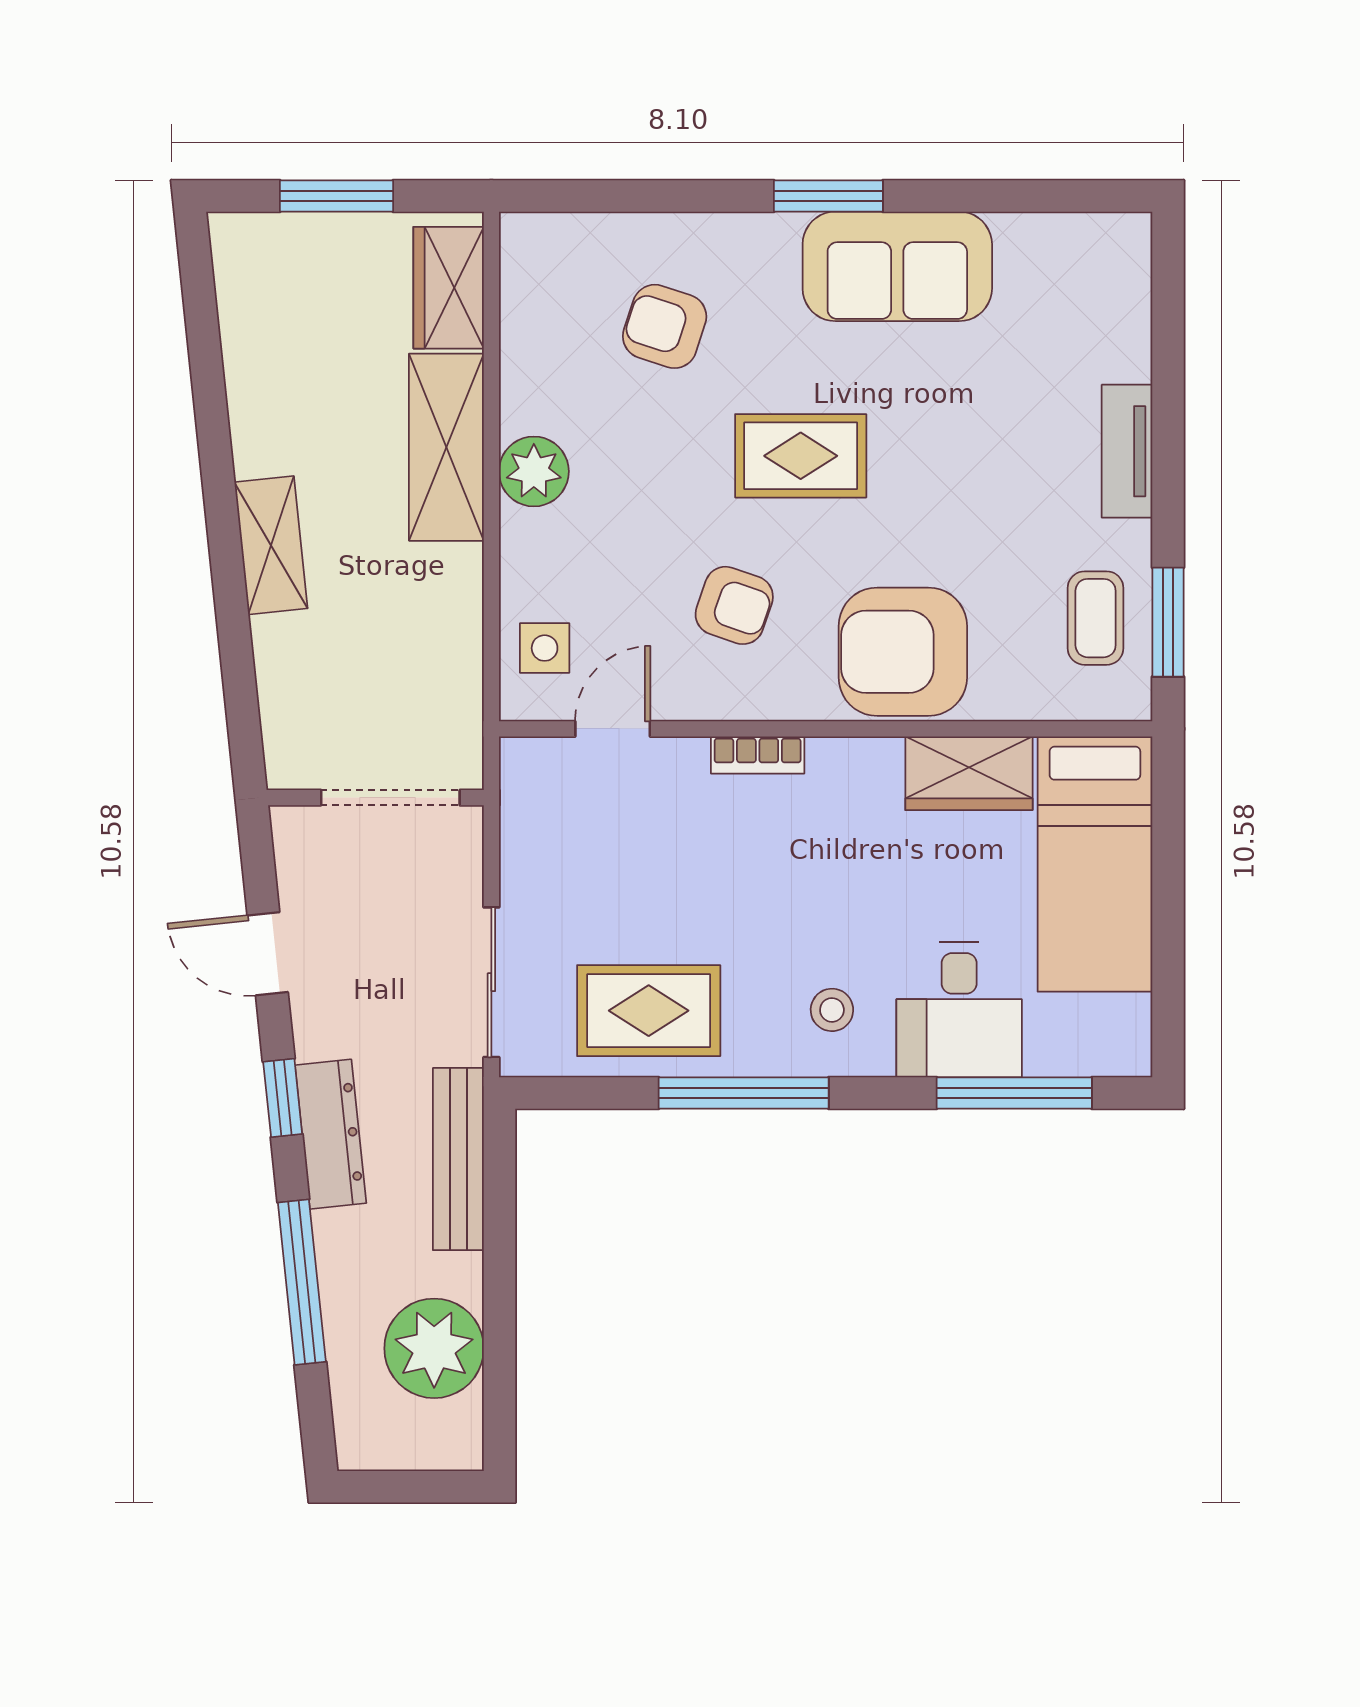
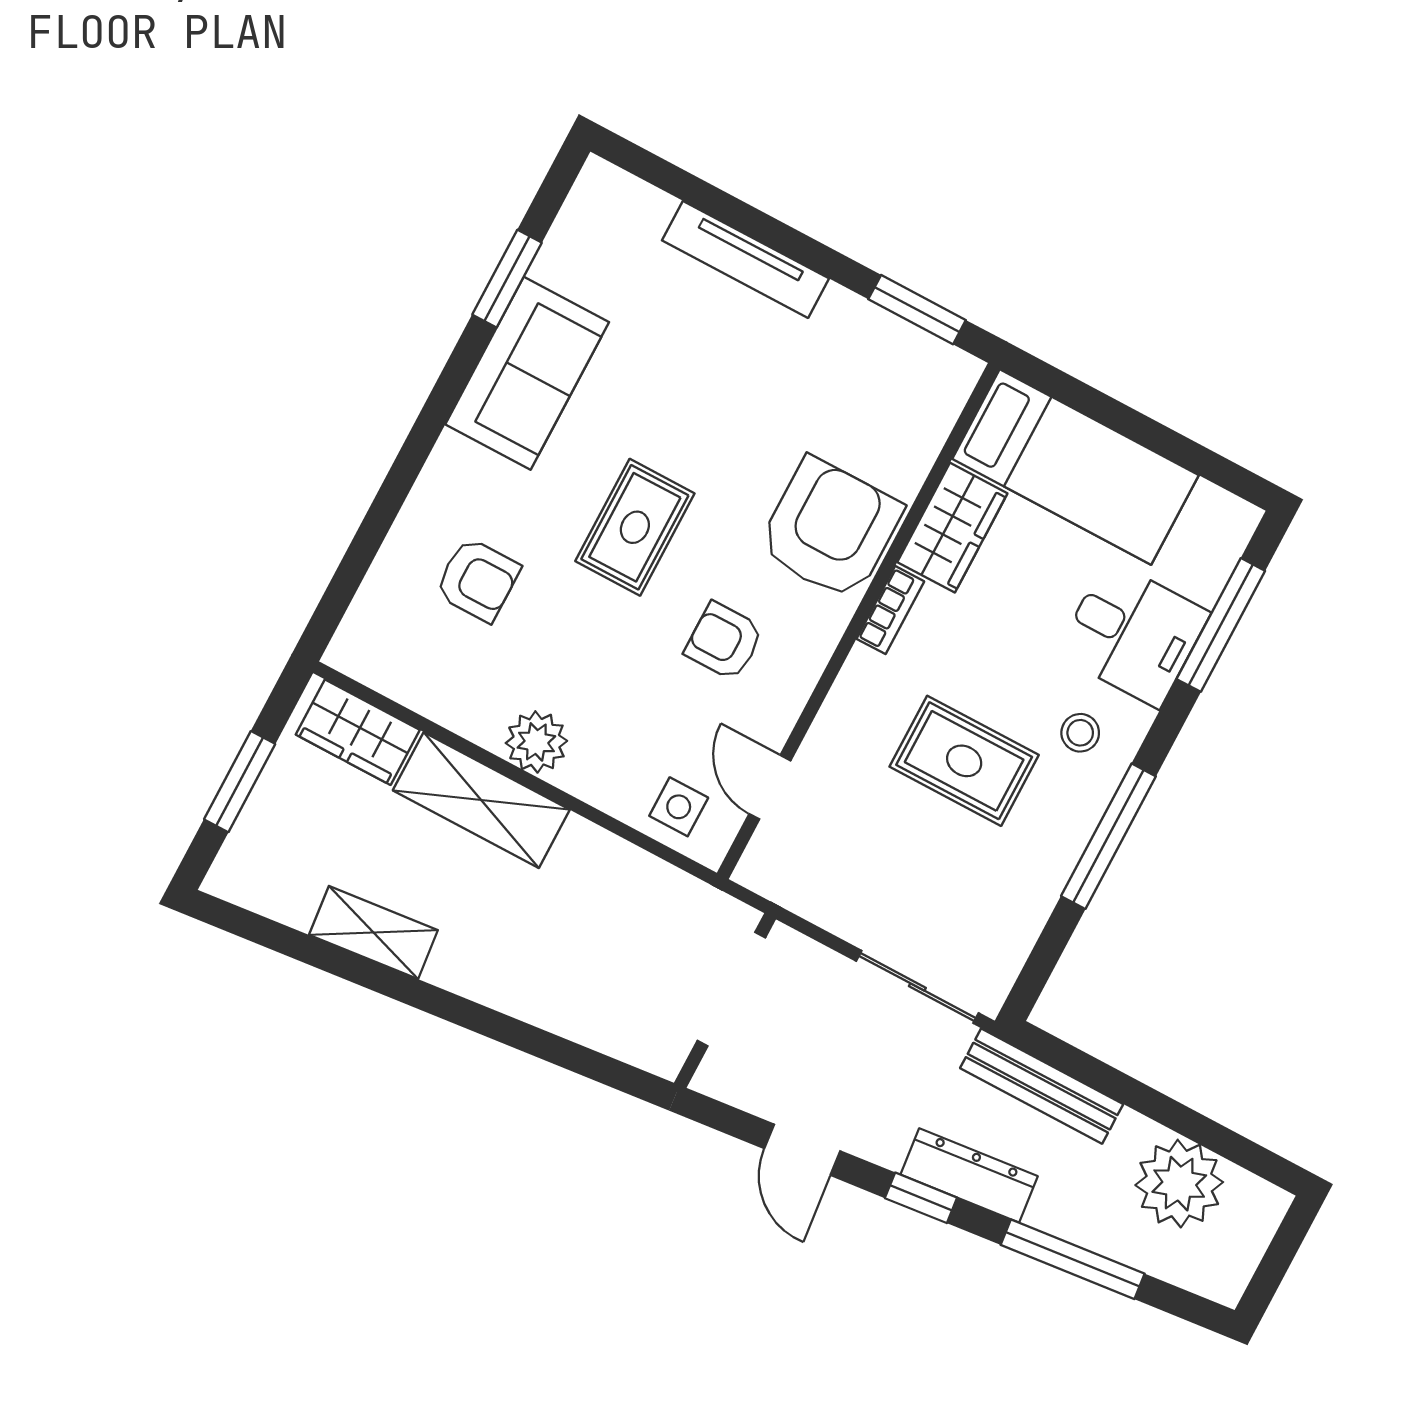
window: (828, 196) -> (507, 279), moved
armchair: (665, 326) -> (478, 580), turned -108
tv unit: (1127, 451) -> (745, 259), width x1.41
shelving: (271, 545) -> (373, 932), moved
armchair: (734, 605) -> (724, 641), turned -109
coffee table: (1096, 618) -> (884, 365), removed
armchair: (903, 652) -> (830, 529), turned 180
bookcase: (758, 755) -> (890, 610), moved
door: (268, 954) -> (802, 1150), hinge flipped
rug: (649, 1011) -> (964, 761), moved, turned 90

